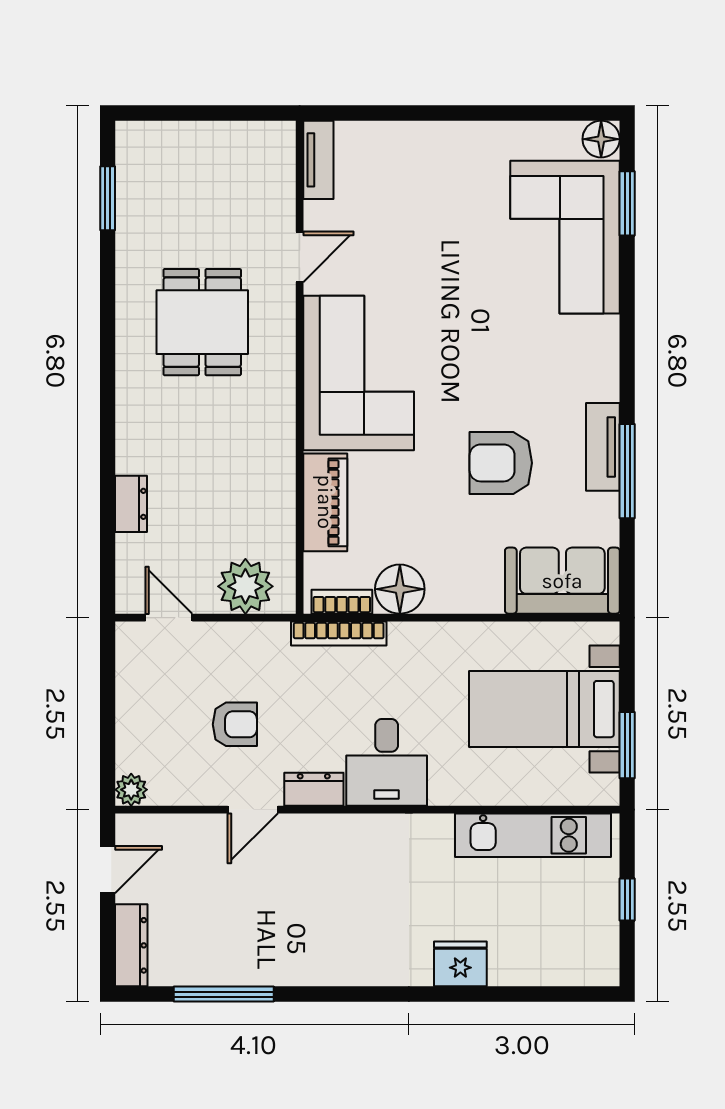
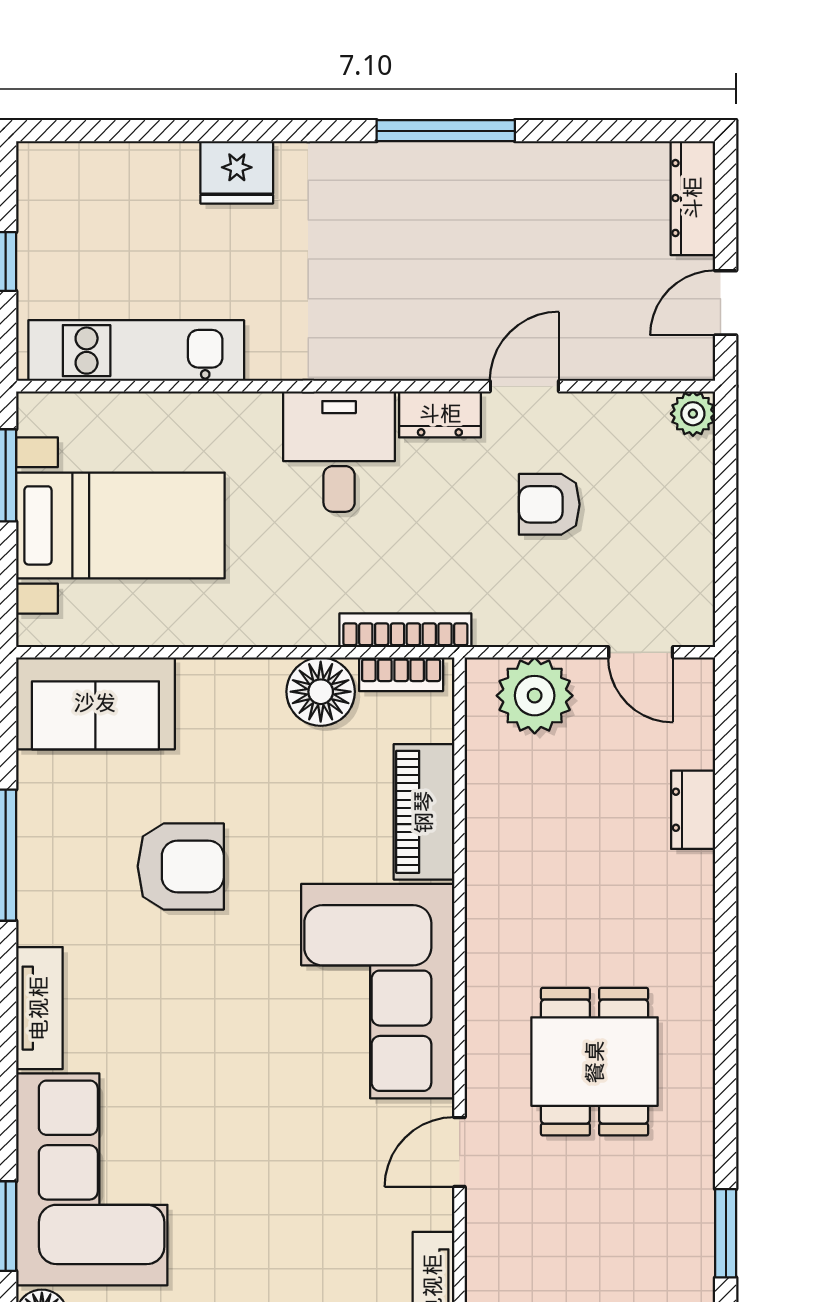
tv unit: (603, 447) -> (39, 1008), moved
window: (224, 994) -> (446, 131), moved

